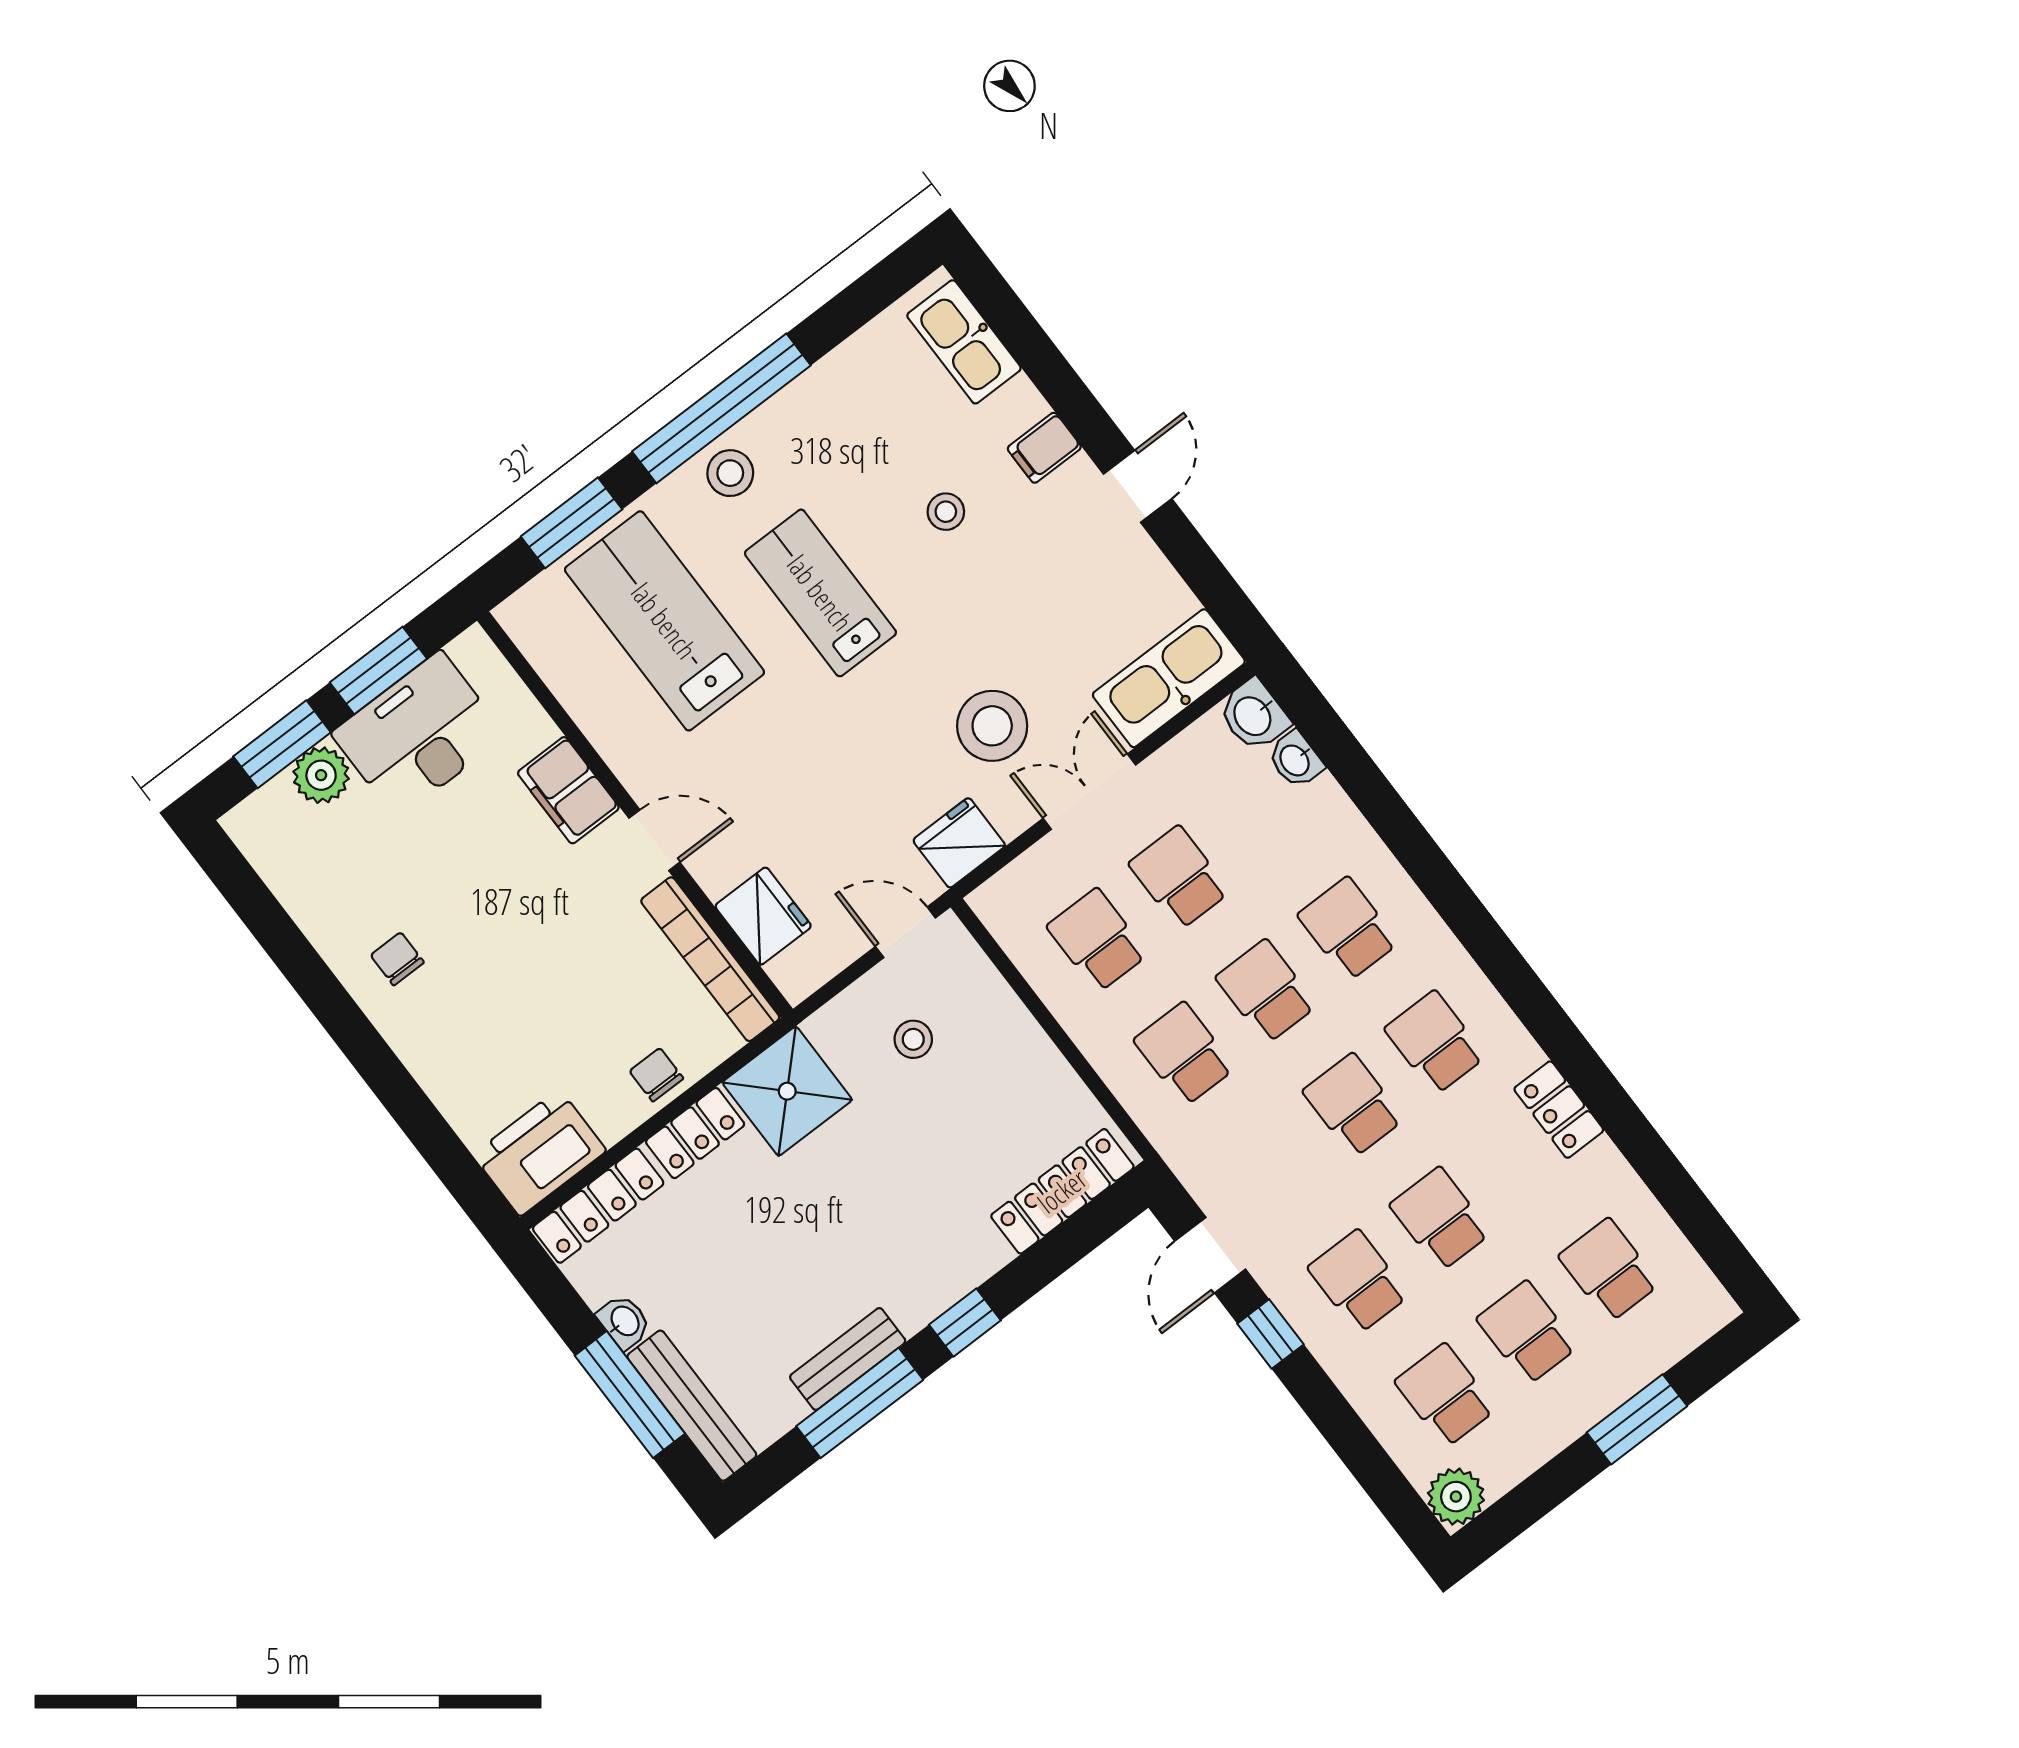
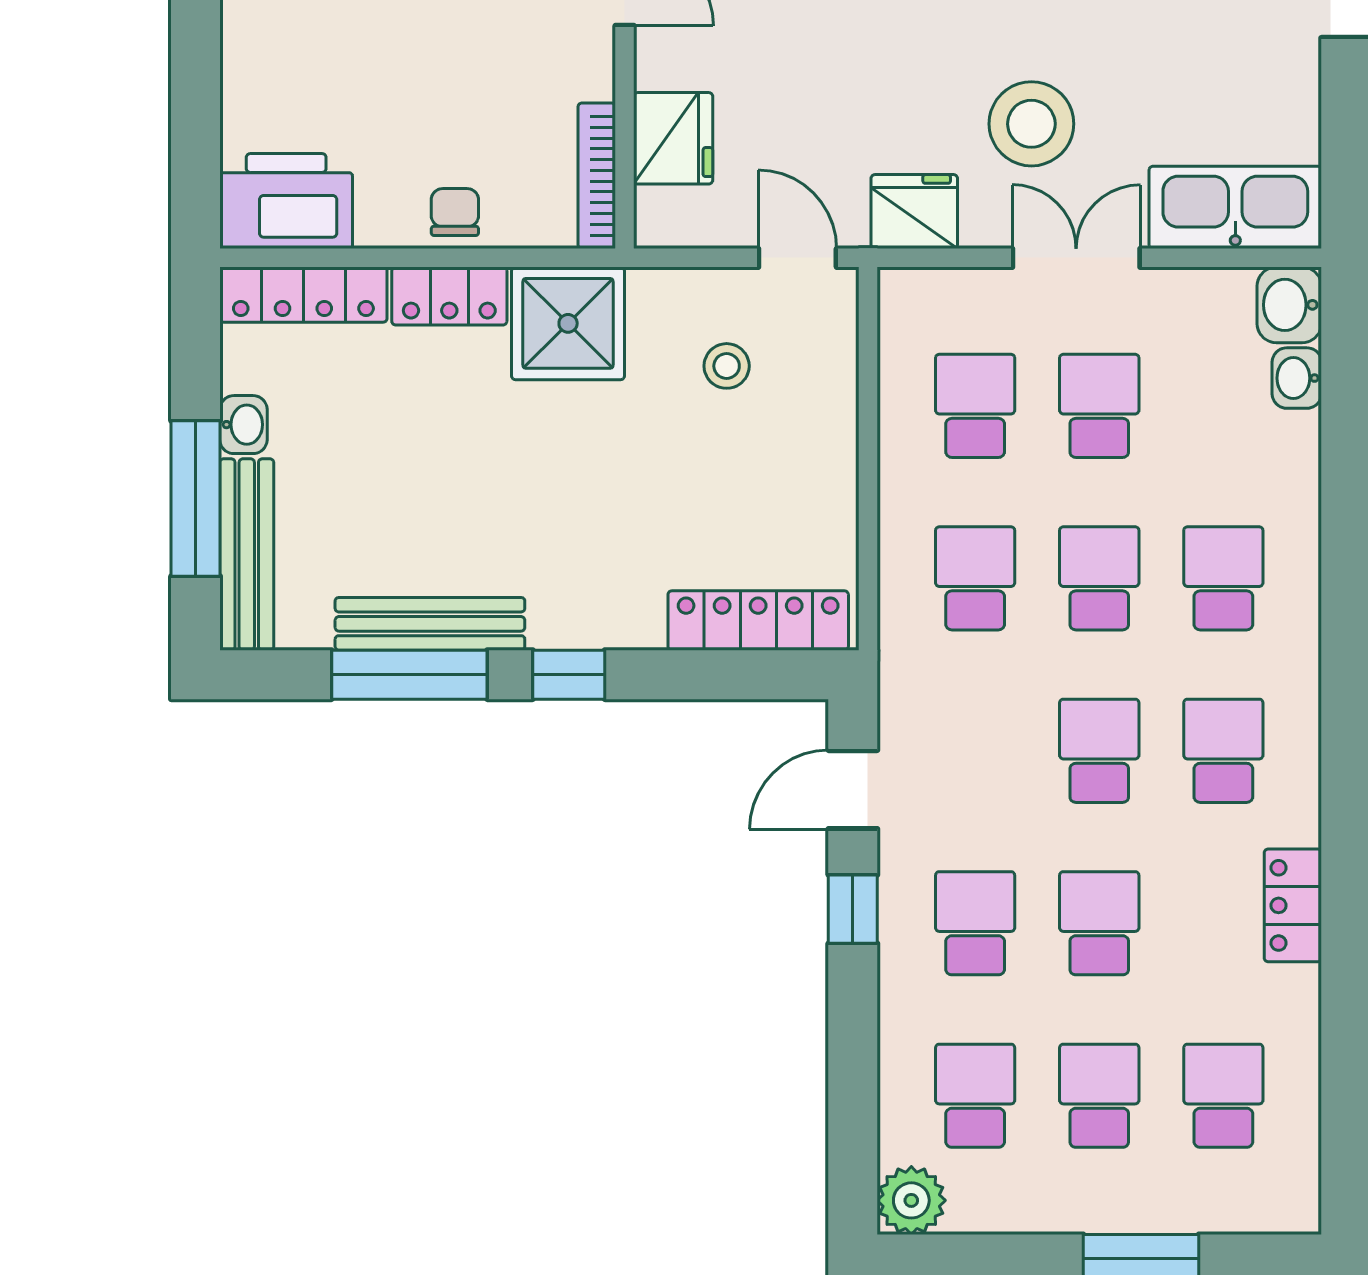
bookcase: (710, 959) -> (597, 176), width x0.68, depth x0.76
bench: (848, 1359) -> (430, 624), width x1.36

